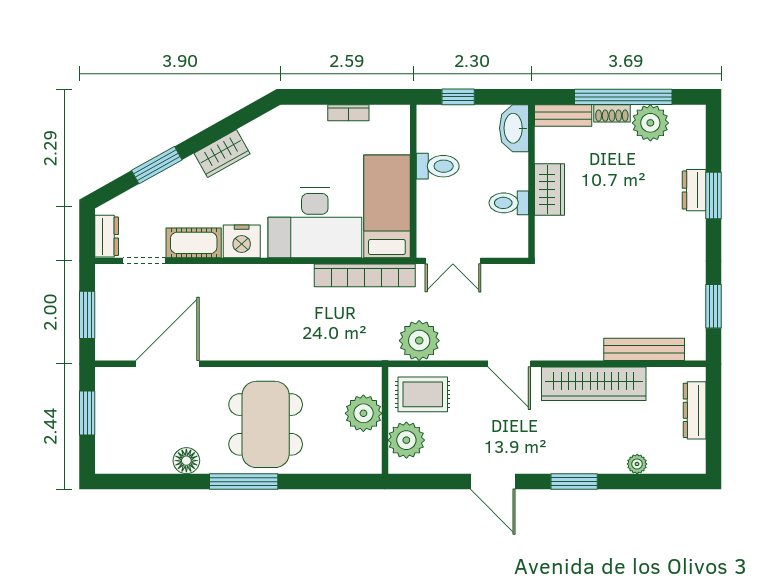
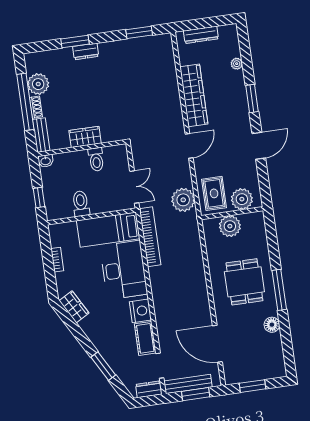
washbasin: (514, 128) -> (46, 161), width x0.52, depth x0.69
wardrobe: (222, 154) -> (74, 307), moved
dresser: (694, 190) -> (86, 51), moved
bench: (644, 349) -> (188, 384), moved, turned 90
dining table: (266, 424) -> (244, 282), width x0.73

